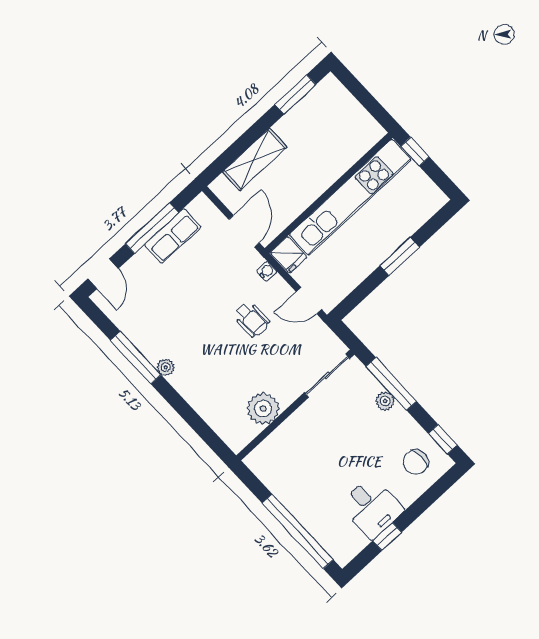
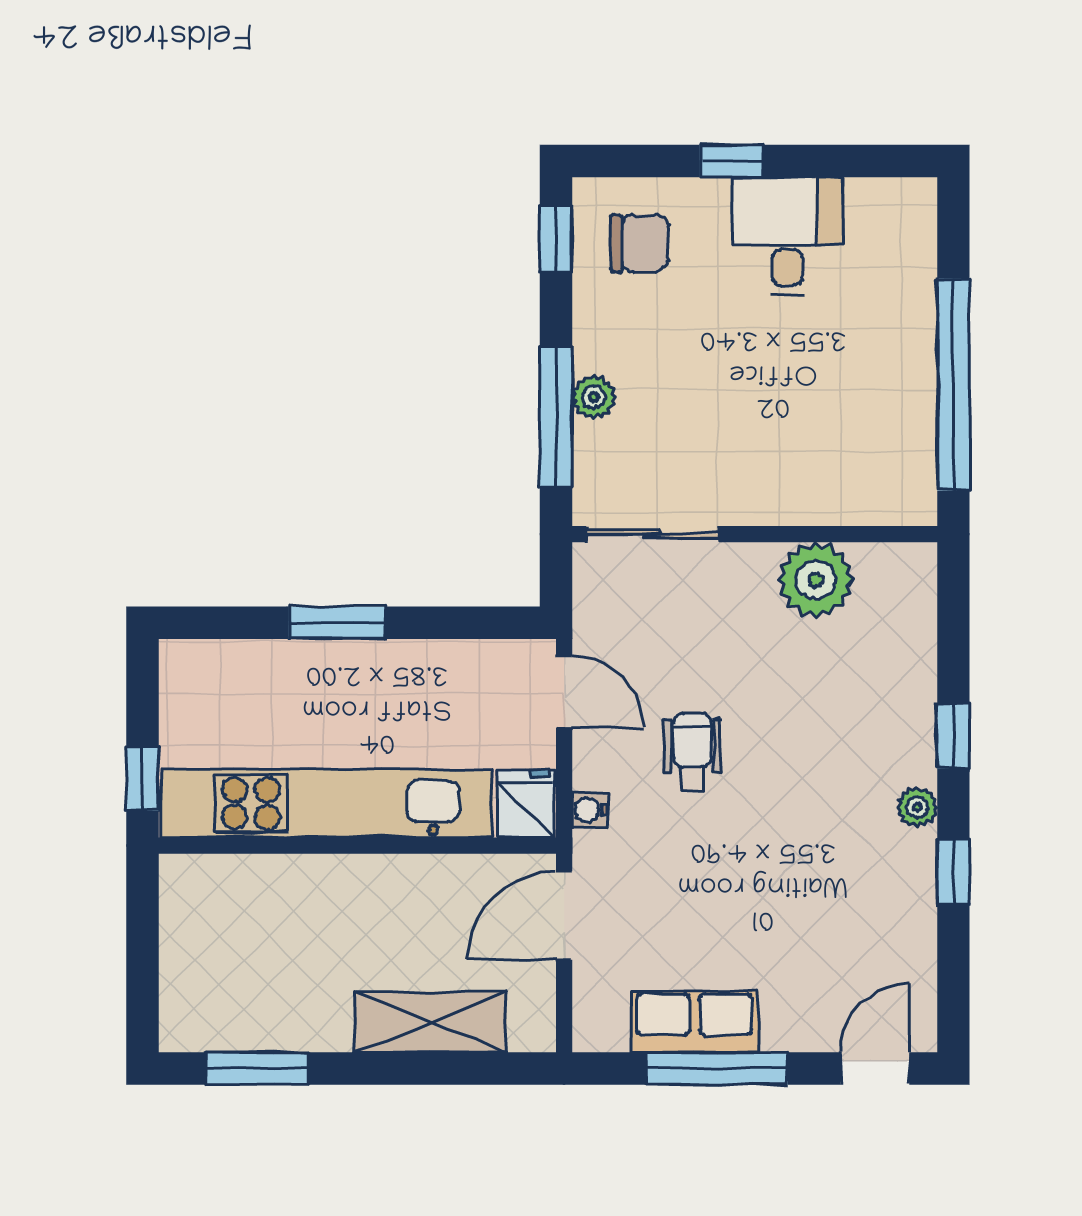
window: (136, 358) -> (953, 872), width x0.46
window: (175, 400) -> (953, 736), added
window: (298, 531) -> (953, 385), moved
window: (387, 537) -> (731, 161), moved

